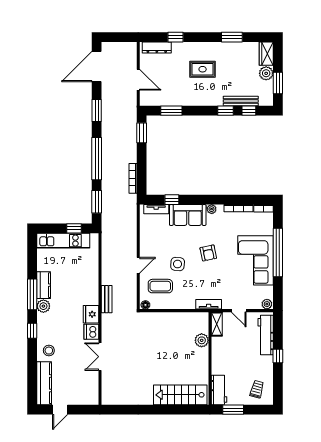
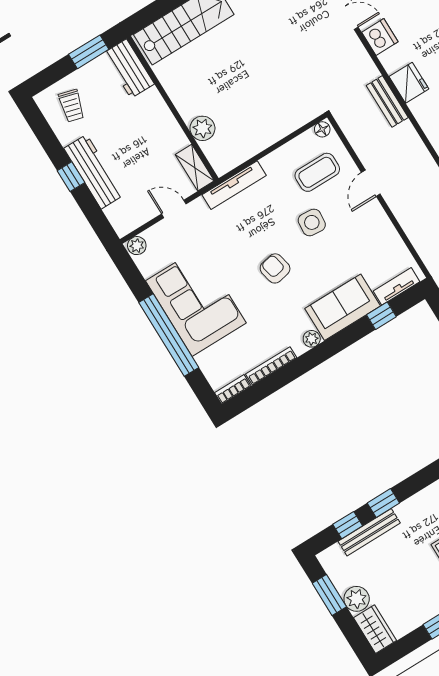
tv unit: (209, 304) -> (234, 185), width x1.41
fridge: (91, 314) -> (409, 83), moved
workbench: (266, 335) -> (94, 172), moved

